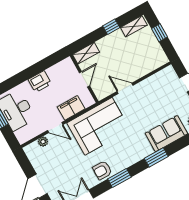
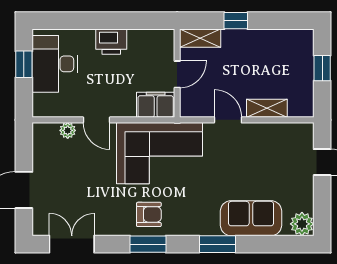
shelving: (134, 26) -> (267, 108), moved
window: (111, 27) -> (236, 21), moved
filing cabinet: (71, 108) -> (156, 105), moved
armchair: (102, 170) -> (149, 214), moved, turned 180

